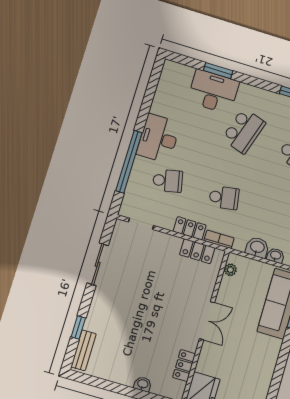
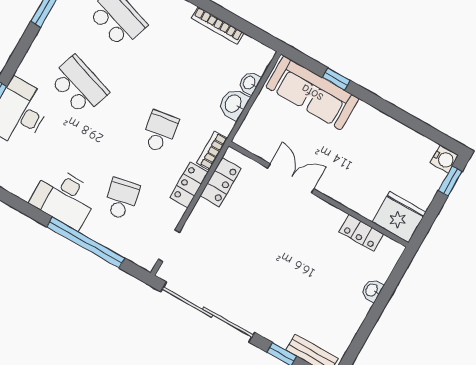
sliding door: (98, 264) -> (208, 312), width x1.86
plant: (230, 270) -> (254, 145), removed
double door: (207, 321) -> (291, 178), moved

